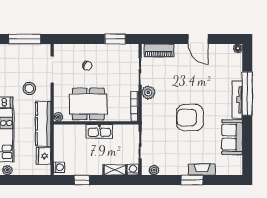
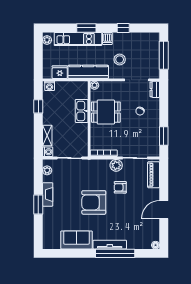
dresser: (63, 49) -> (155, 89), added
armchair: (173, 88) -> (120, 187), added
dining table: (88, 104) -> (106, 112), width x0.73
armchair: (190, 118) -> (94, 202), turned -90
kitchen sink: (99, 131) -> (82, 111), moved
fireplace: (202, 169) -> (48, 194), moved

